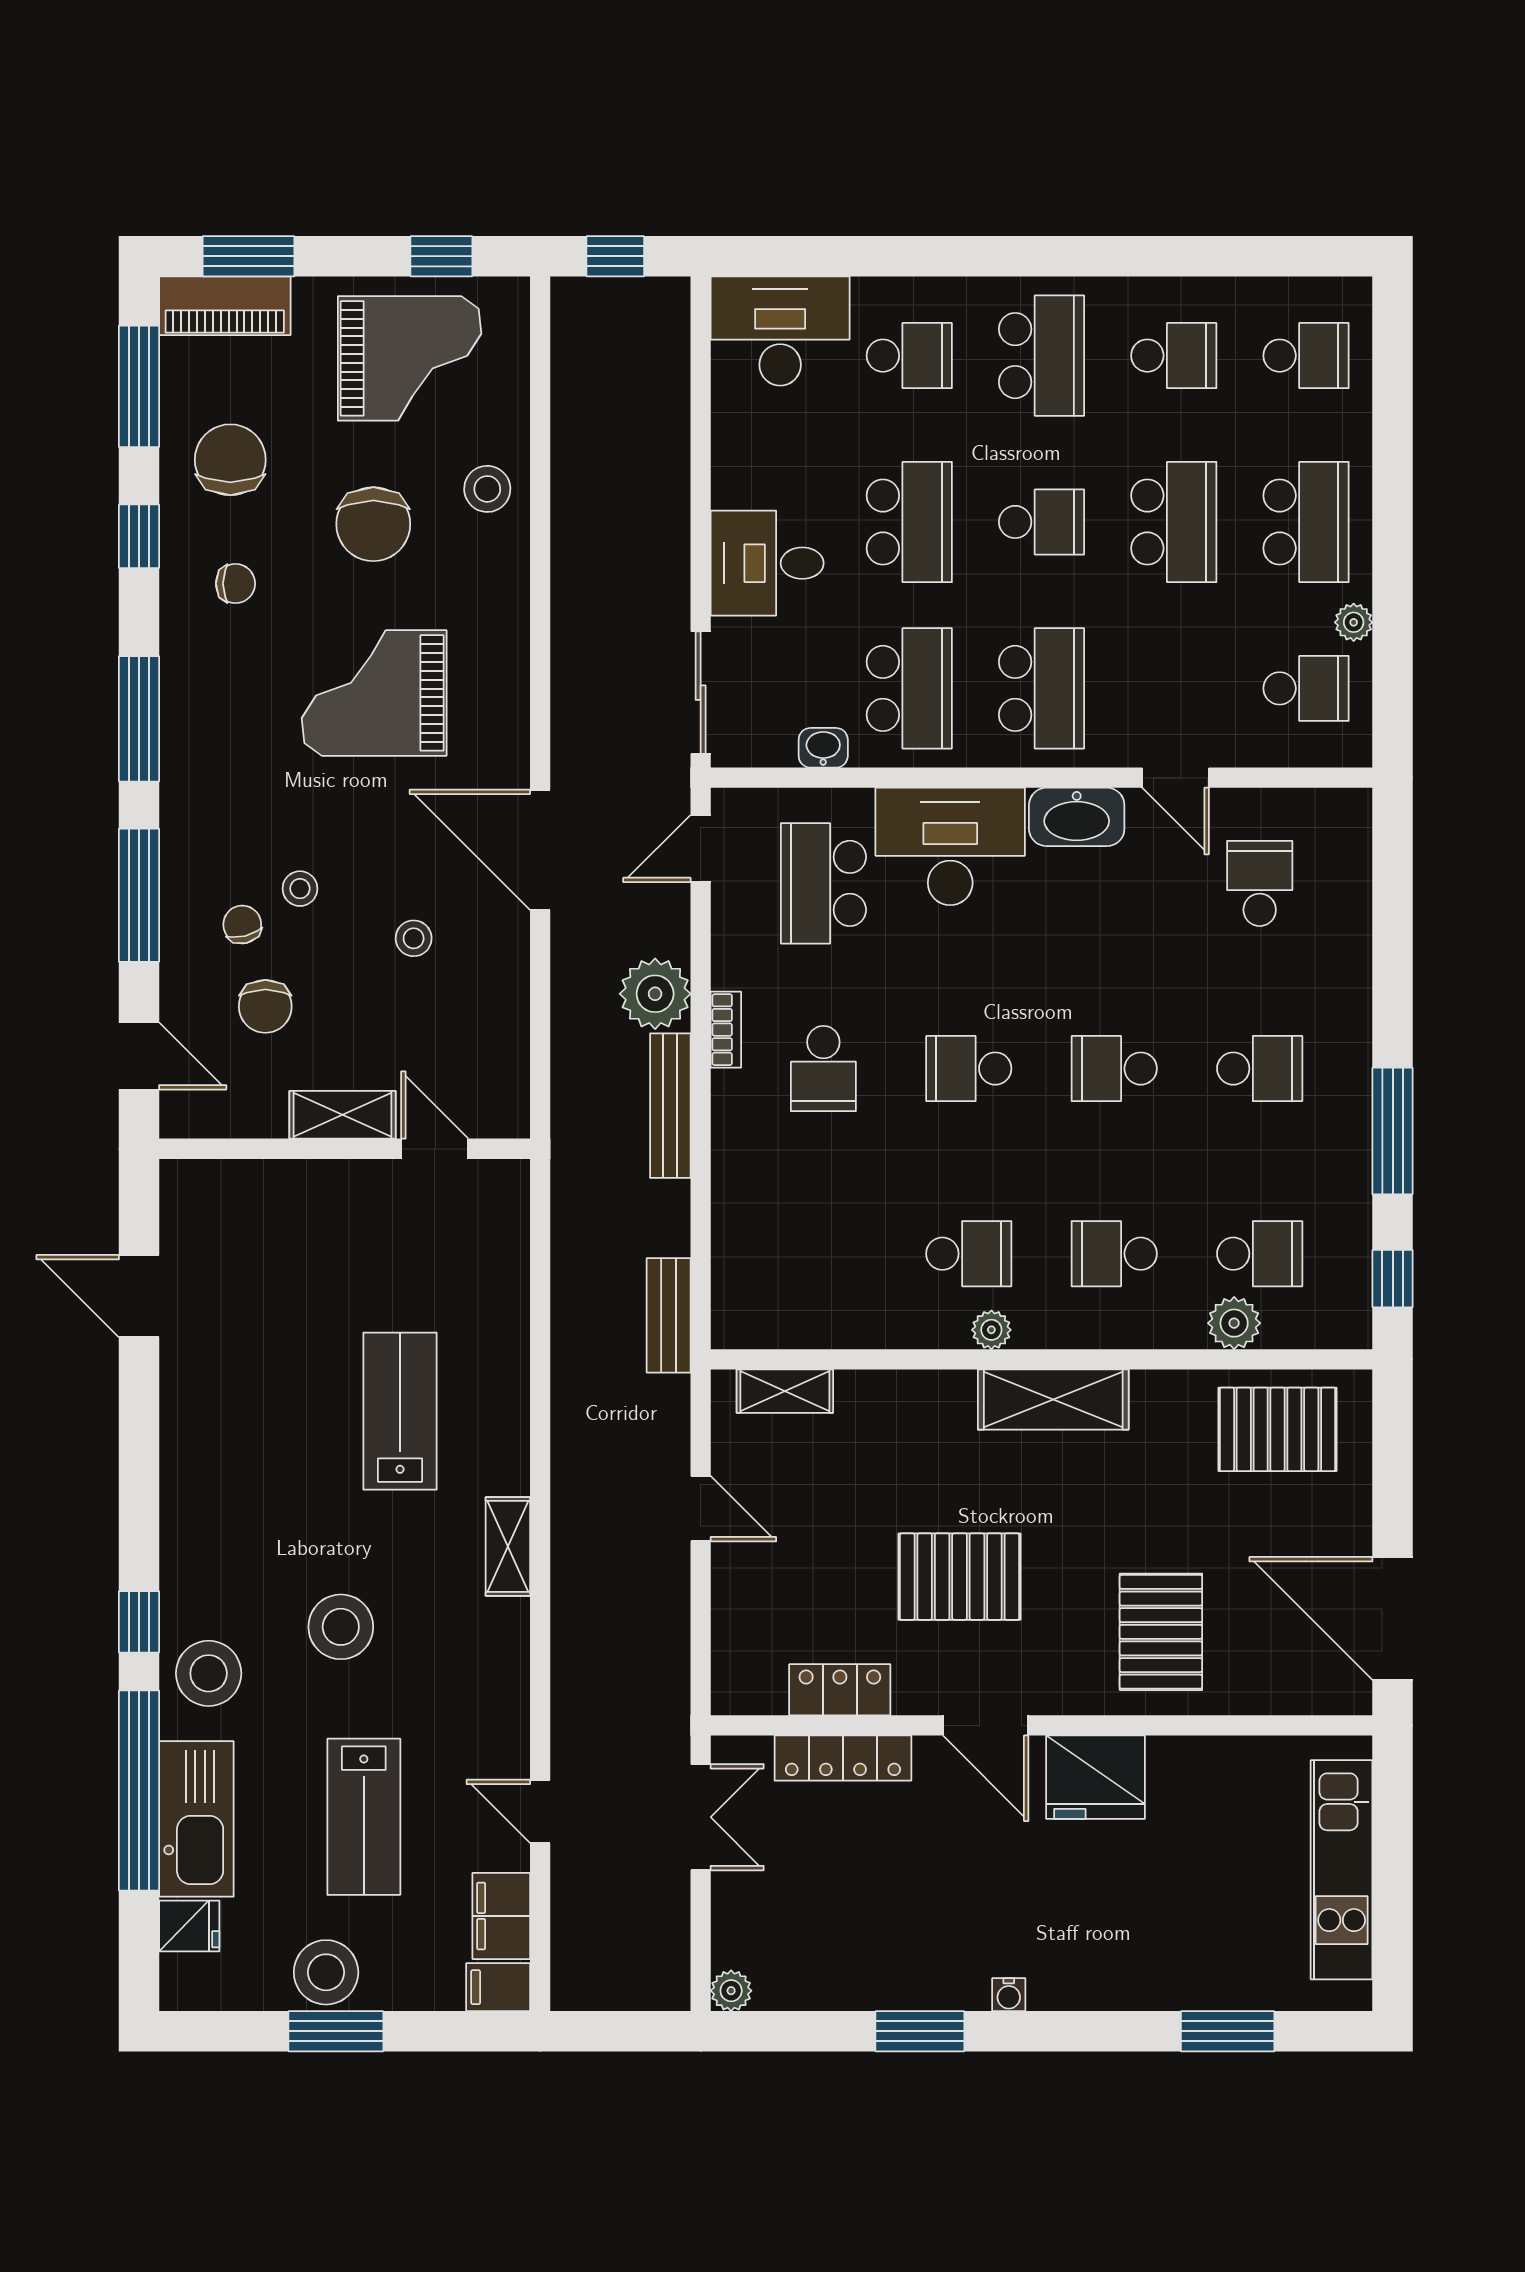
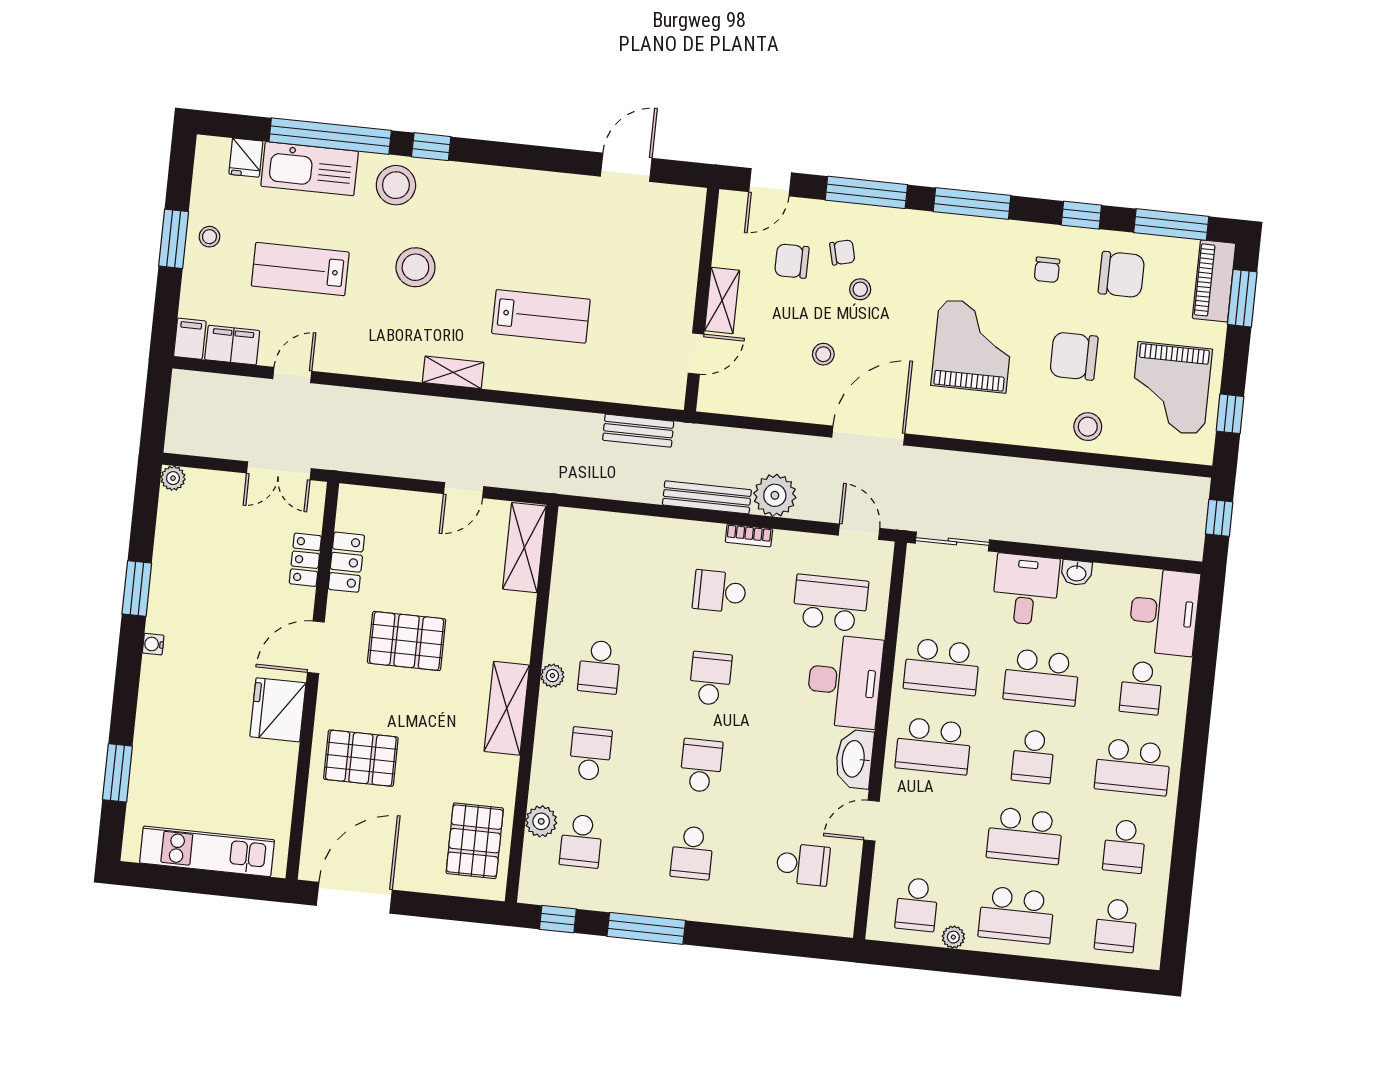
washbasin: (823, 748) -> (1077, 573), moved, turned 90
bench: (669, 1315) -> (638, 431), moved
shelving: (785, 1391) -> (524, 548), width x1.50, depth x1.33
pallet: (960, 1577) -> (407, 641), turned 90
locker: (843, 1758) -> (305, 560), width x0.66
stool: (326, 1972) -> (209, 237), width x0.53, depth x0.53

